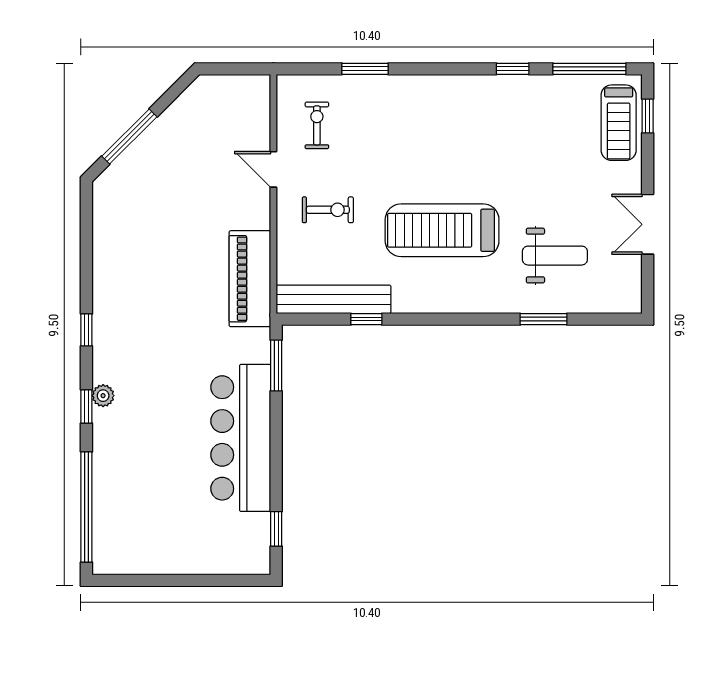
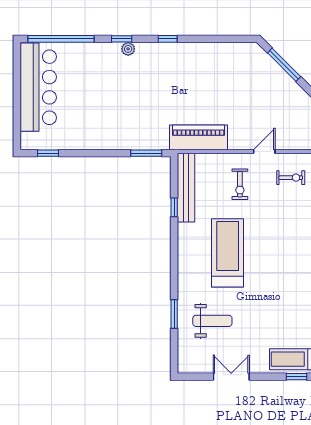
weight bench: (555, 256) -> (212, 321), turned -90
bar counter: (241, 438) -> (38, 87), moved, turned 90

